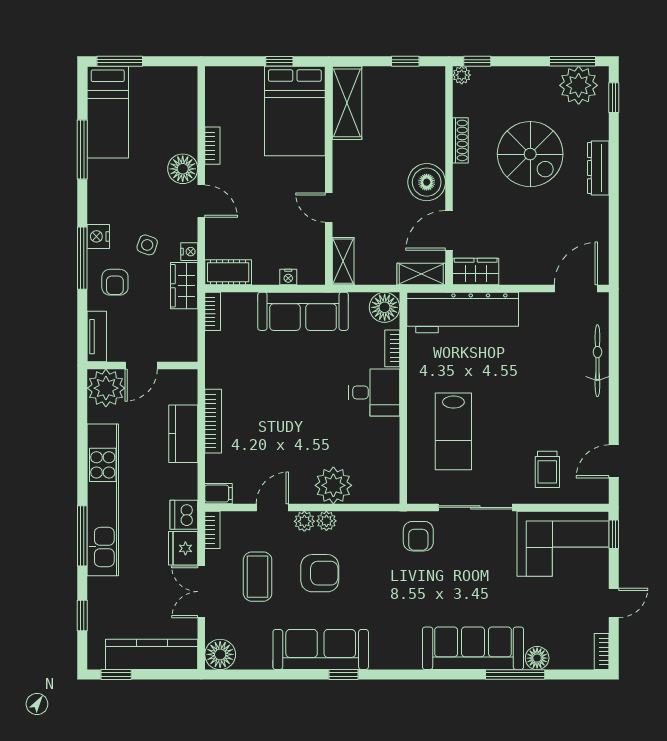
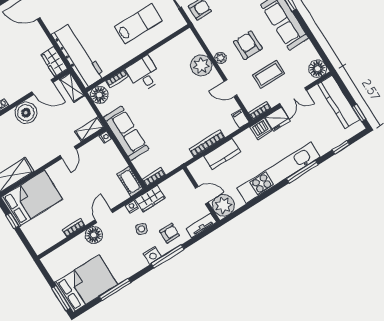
bed: (108, 112) -> (86, 284), width x1.50
nightstand: (288, 277) -> (105, 137), moved
plant: (304, 521) -> (227, 68), removed

